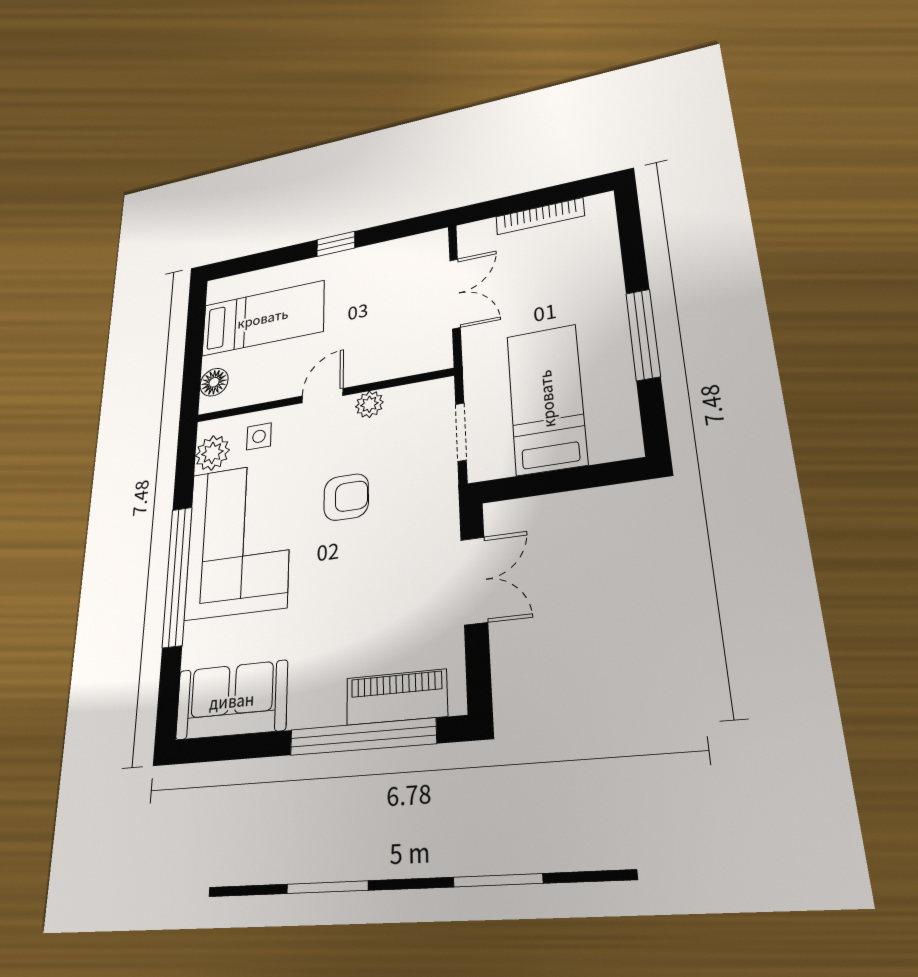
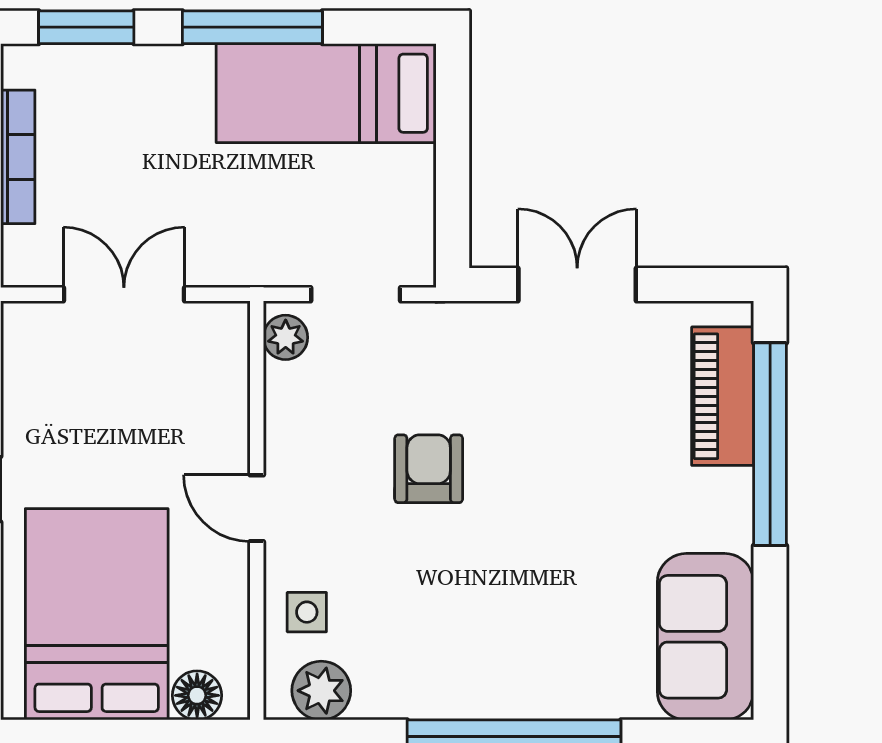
window: (631, 236) -> (86, 27), added
bed: (263, 318) -> (97, 614), width x1.50
bed: (546, 399) -> (326, 93), moved
plant: (369, 404) -> (286, 337), moved
corner sofa: (239, 539) -> (469, 638), removed

